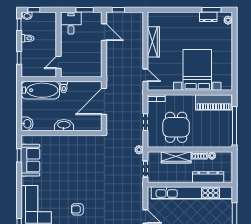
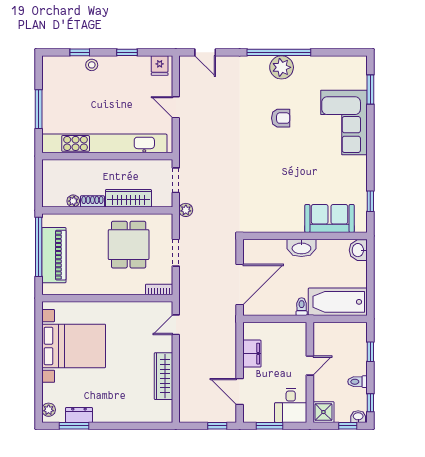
shower: (50, 19) -> (323, 412), added
filing cabinet: (96, 57) -> (252, 354), added
door: (58, 62) -> (310, 365), moved
bed with nightstands: (197, 70) -> (74, 346), moved, turned -90
door: (145, 75) -> (176, 325), hinge flipped
piano: (214, 102) -> (54, 255), moved, turned 90
sofa: (30, 160) -> (330, 218), moved, turned 90
dresser: (208, 177) -> (79, 168), removed

